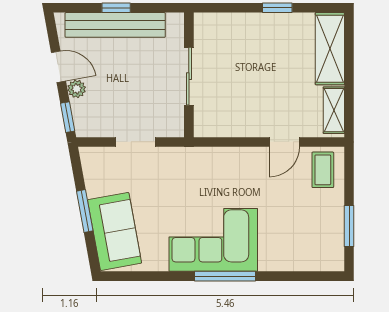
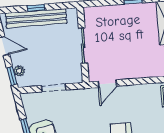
plant: (77, 89) -> (19, 71), moved
door: (284, 142) -> (107, 84), moved

